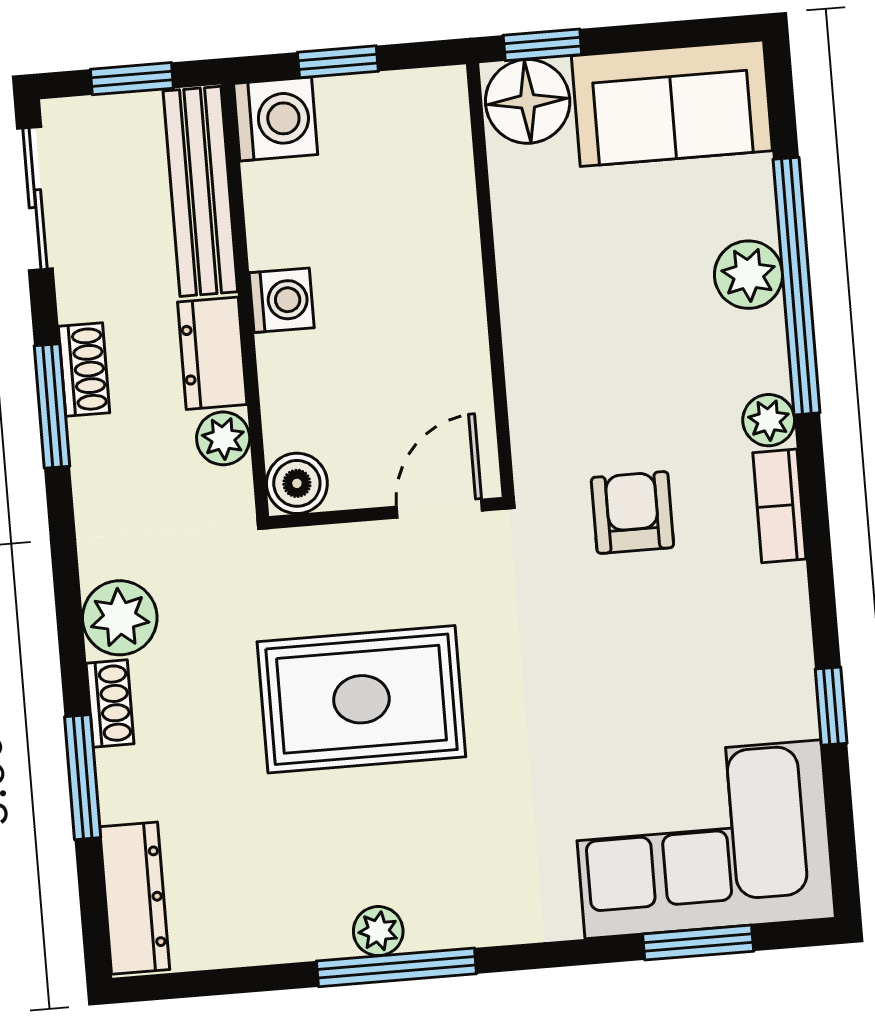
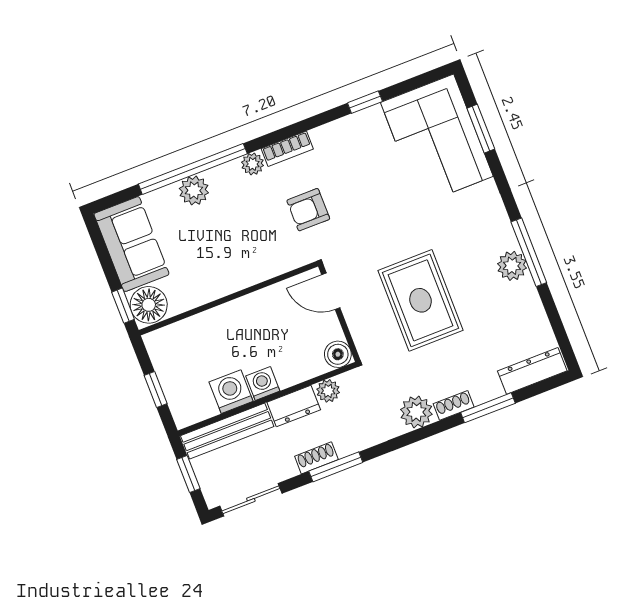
washing machine: (276, 119) -> (231, 392), moved
plant: (378, 931) -> (512, 266), width x1.38, depth x1.38

